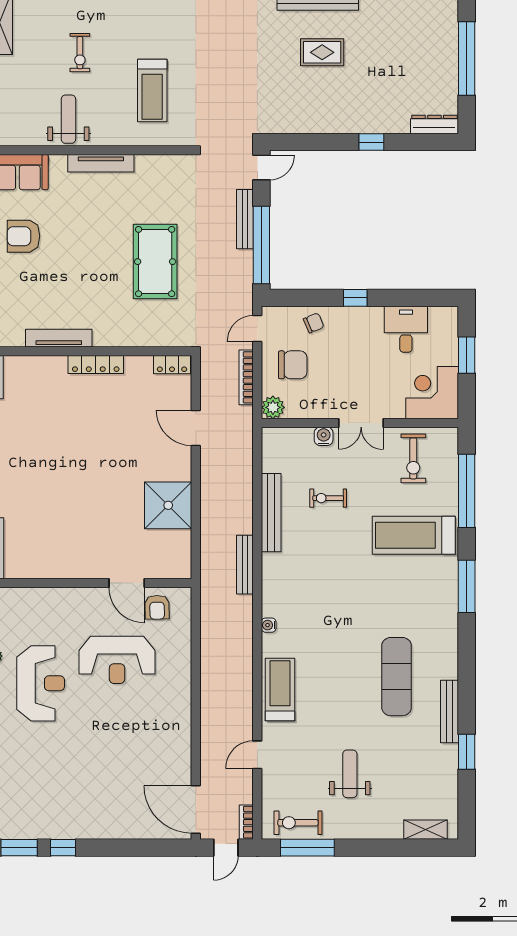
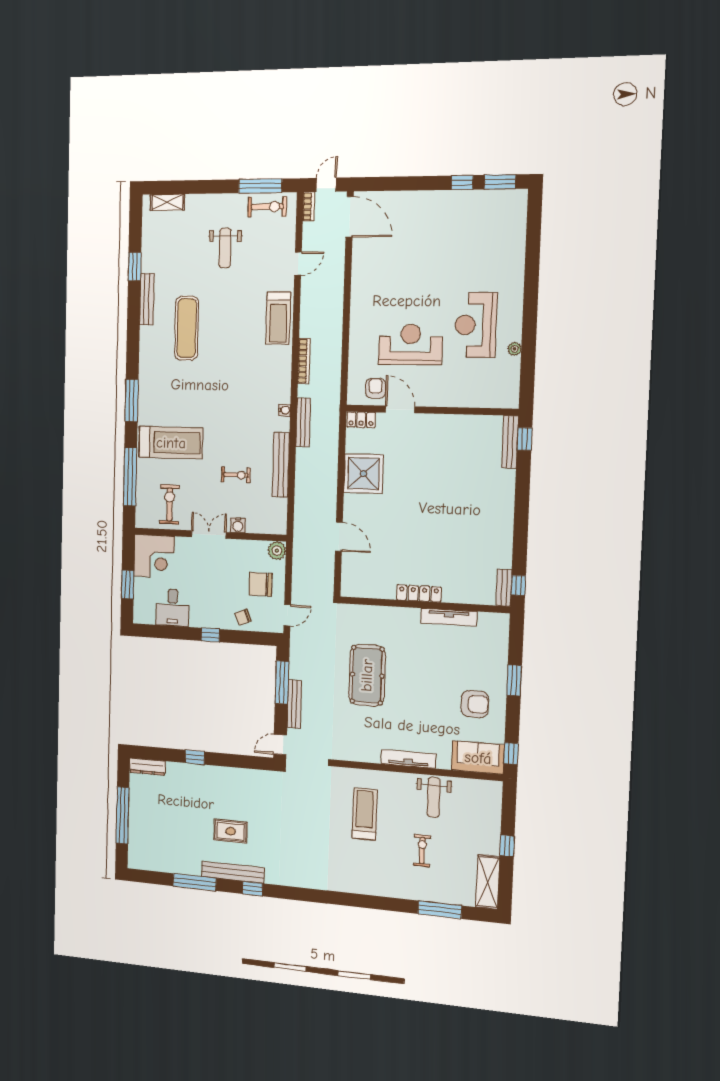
window: (261, 245) -> (282, 682), width x0.68
locker: (172, 365) -> (361, 420), moved, turned 180
bookcase: (246, 377) -> (304, 361), moved
water cooler: (269, 625) -> (285, 410), moved

